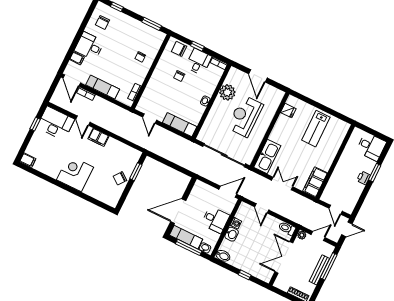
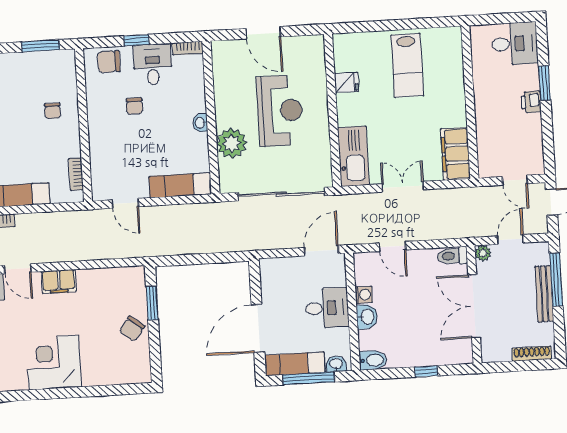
plant: (227, 92) -> (232, 143), moved
fridge: (288, 111) -> (346, 82), moved
reception desk: (245, 116) -> (280, 111), turned 180

